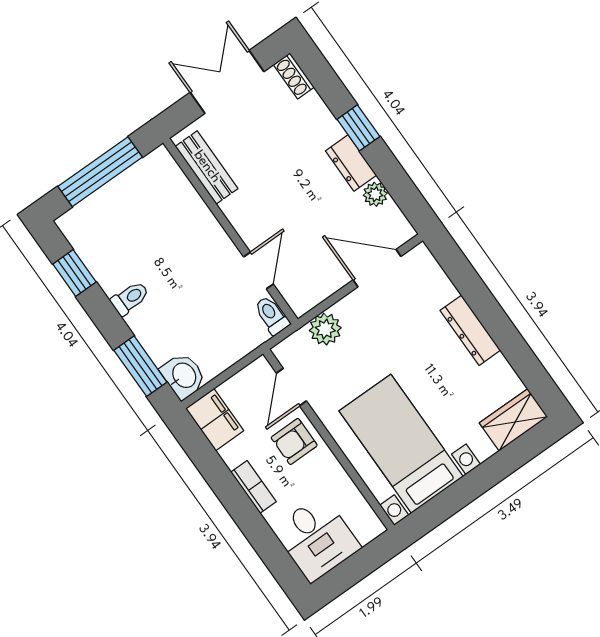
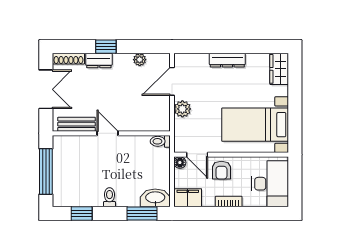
shoe rack: (294, 76) -> (68, 59), width x1.43
double door: (227, 82) -> (46, 89), swing flipped
dresser: (351, 163) -> (99, 61), moved
door: (258, 270) -> (107, 133), moved
plant: (325, 329) -> (182, 109), moved
floor lamp: (260, 369) -> (180, 163), added
washbasin: (183, 376) -> (155, 198), width x1.38
desk: (317, 538) -> (270, 184), width x1.37

